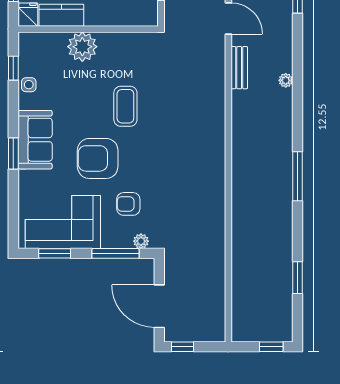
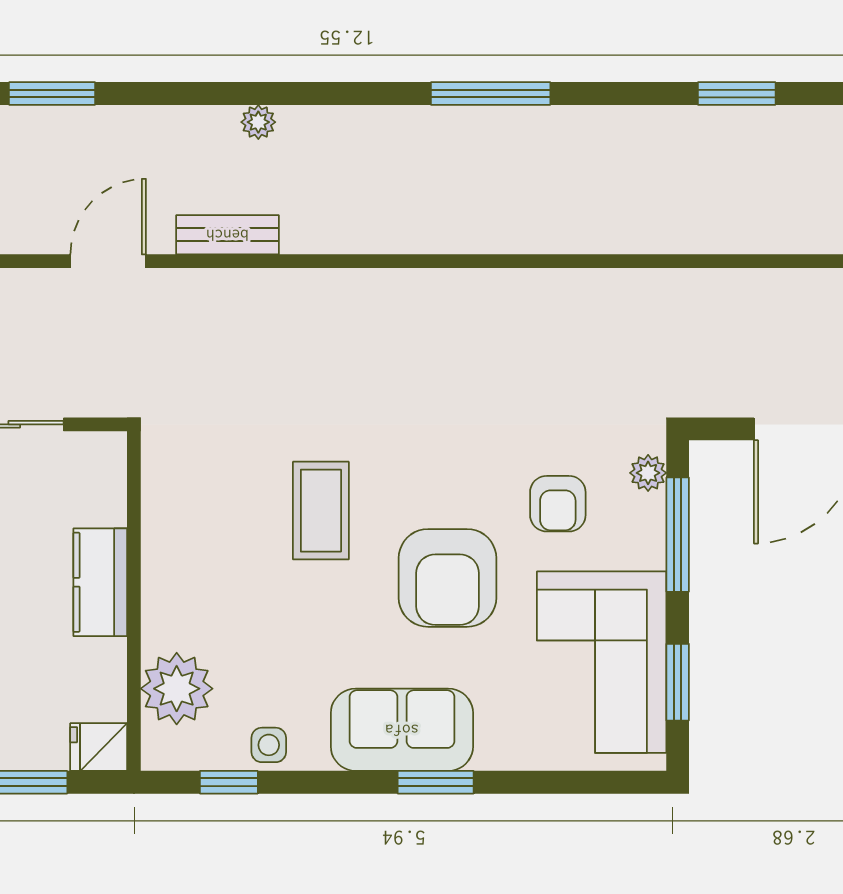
kitchen counter: (61, 15) -> (100, 582), moved
plant: (82, 47) -> (177, 689), moved
coffee table: (125, 106) -> (321, 511), turned 90

